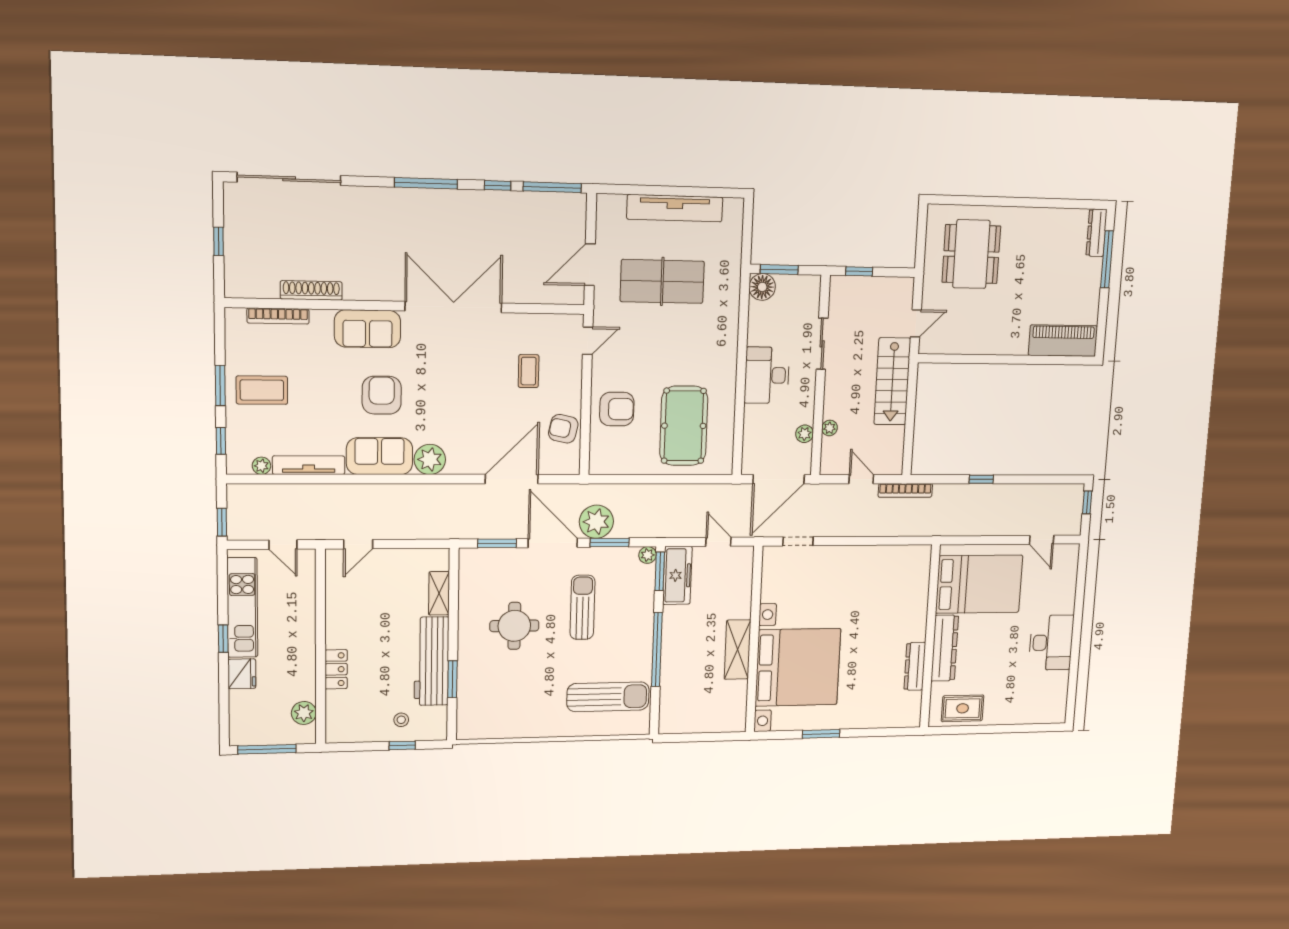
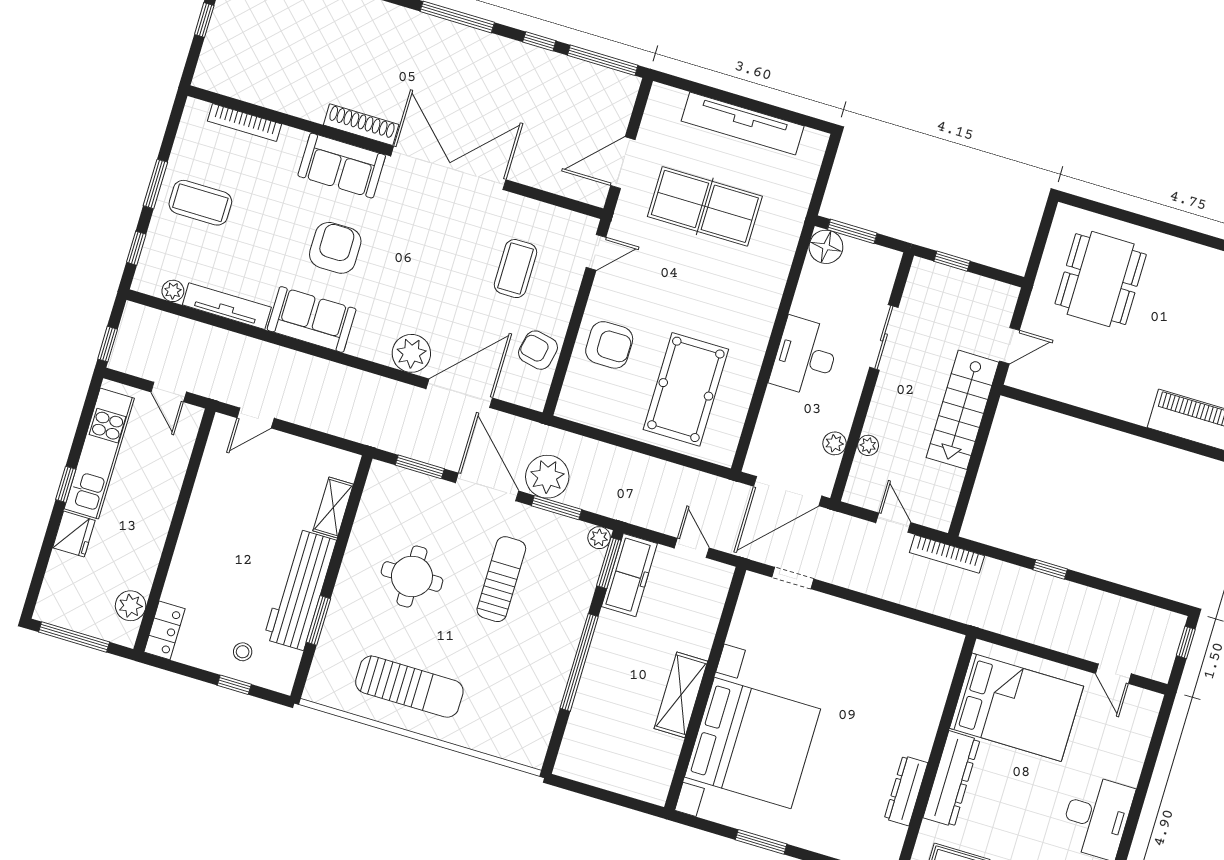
shoe rack: (311, 290) -> (361, 125), moved
coffee table: (529, 371) -> (515, 269), width x1.36, depth x1.30
plant: (430, 459) -> (411, 353), moved
locker: (336, 669) -> (164, 630), moved
sun lounger: (608, 697) -> (409, 687), moved

